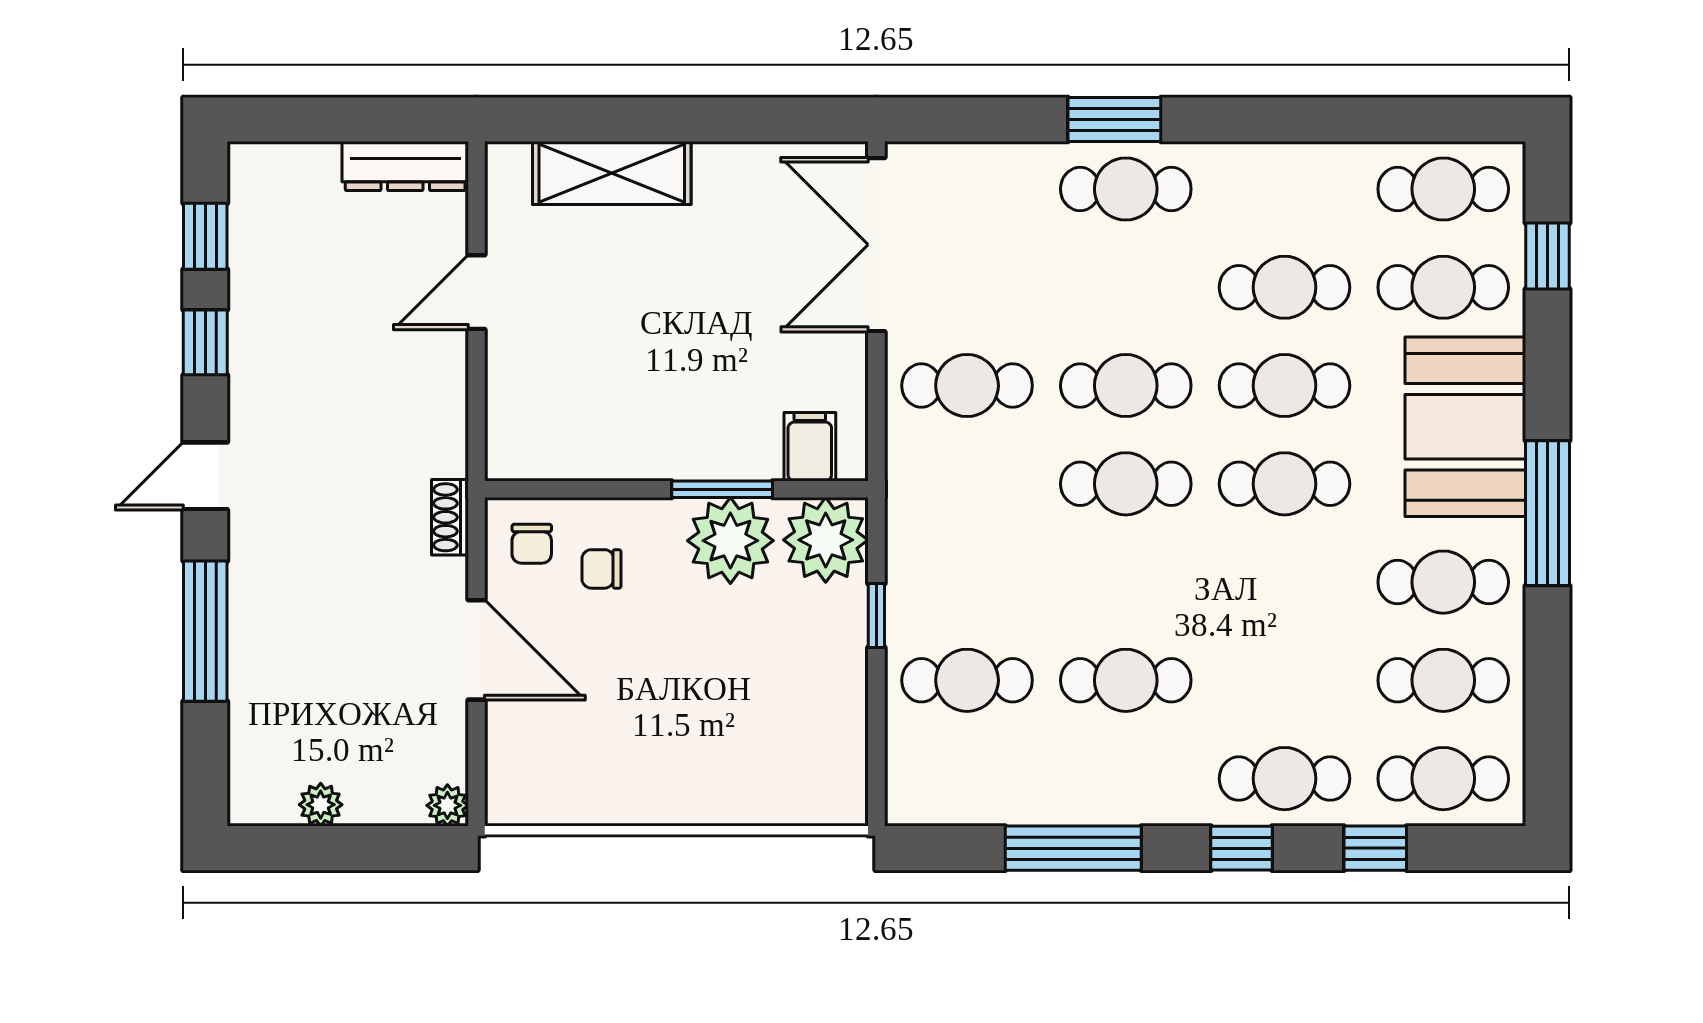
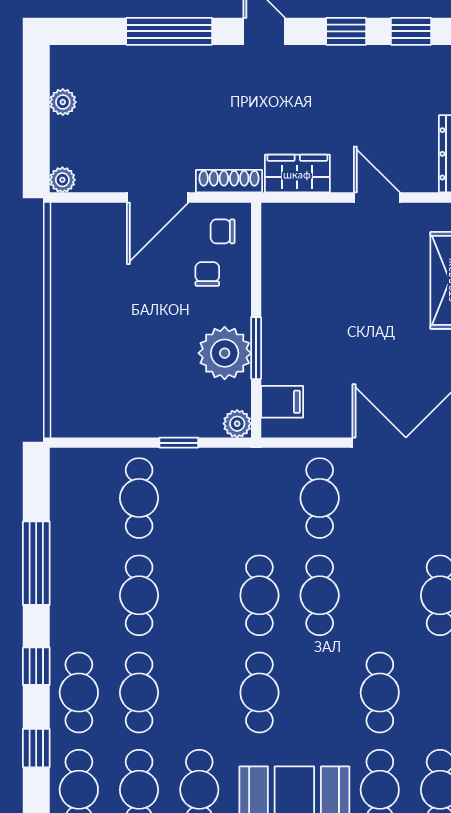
cafe table: (1285, 386) -> (139, 693), moved
wardrobe: (437, 422) -> (297, 174), added
shoe rack: (450, 517) -> (229, 181), width x1.43
plant: (826, 540) -> (237, 424), width x0.53, depth x0.53

